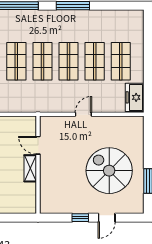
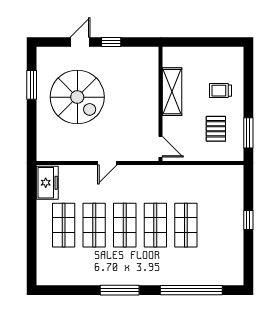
door: (38, 145) -> (160, 147), moved
shelving: (30, 168) -> (172, 92), width x1.50, depth x1.33

